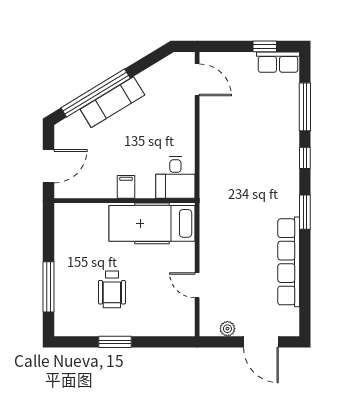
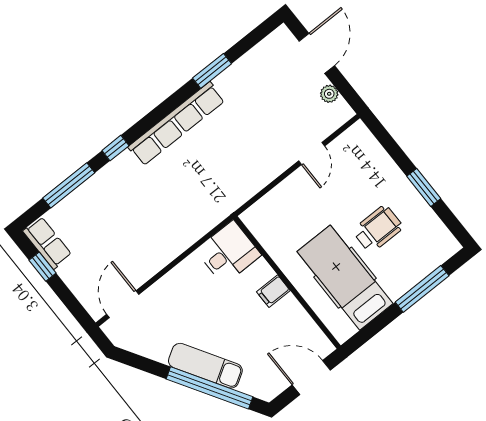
window: (305, 212) -> (212, 71), moved
hospital bed: (152, 223) -> (345, 278), moved, turned 180
row of seats: (289, 262) -> (176, 124), moved

